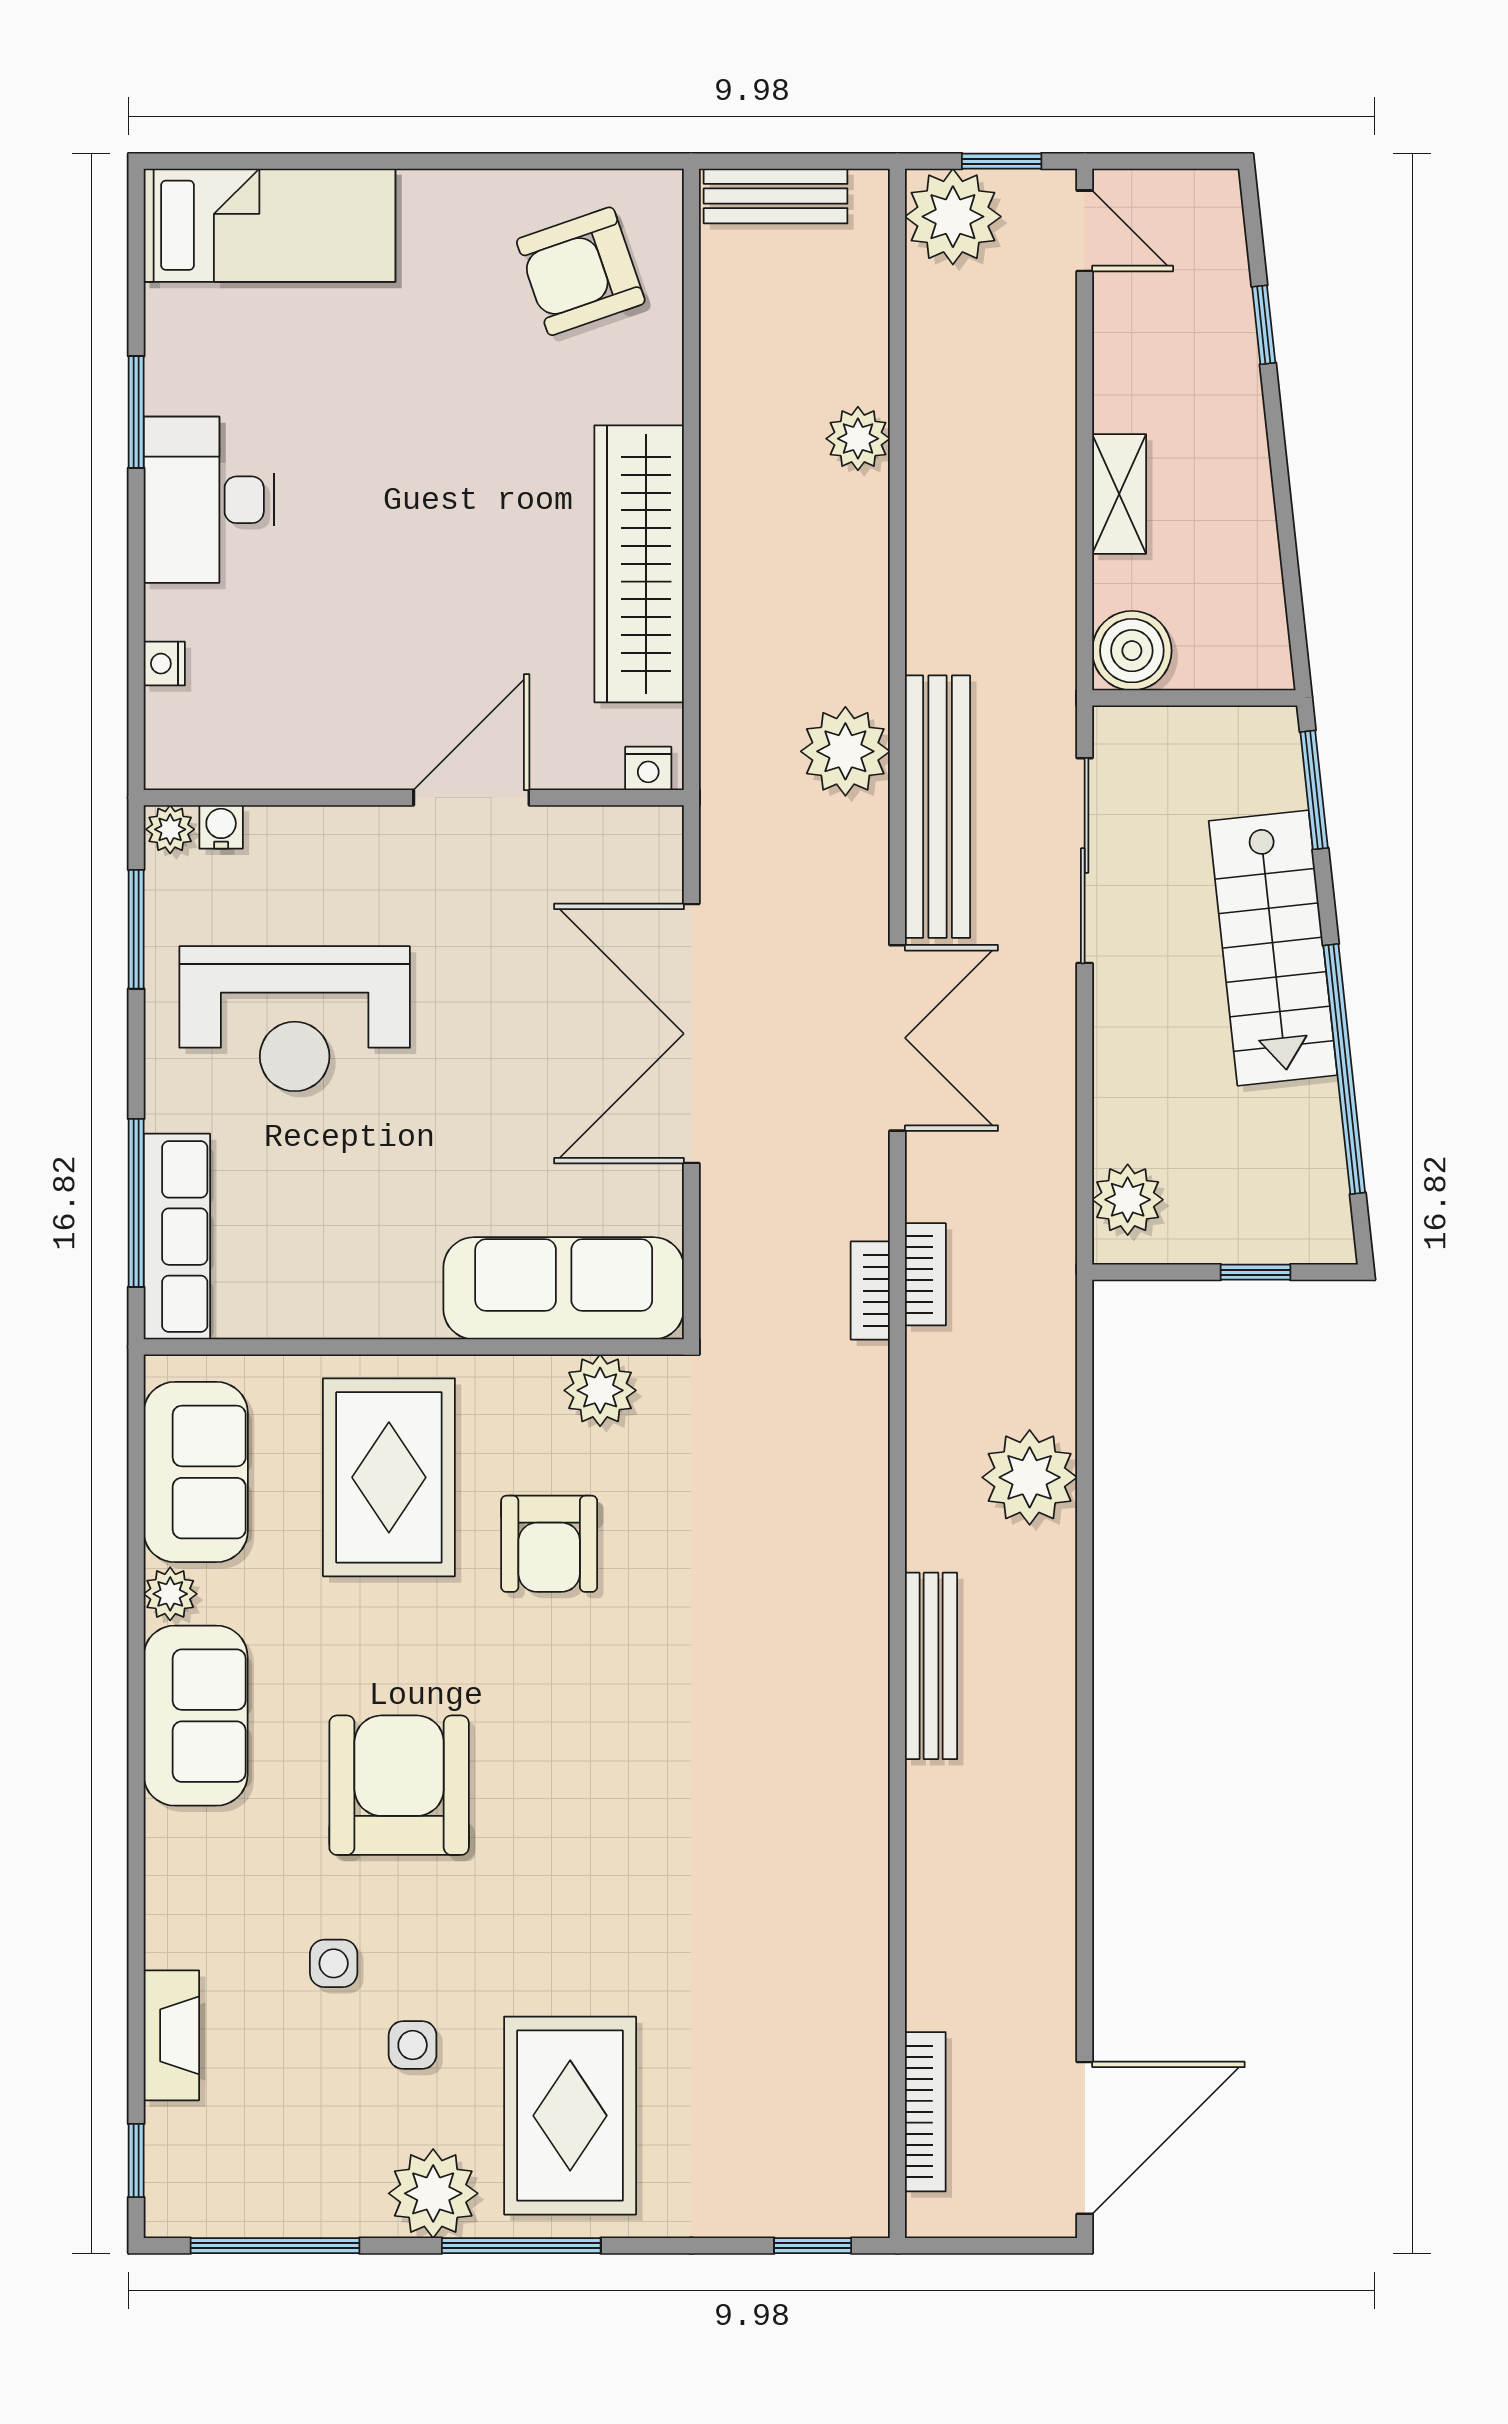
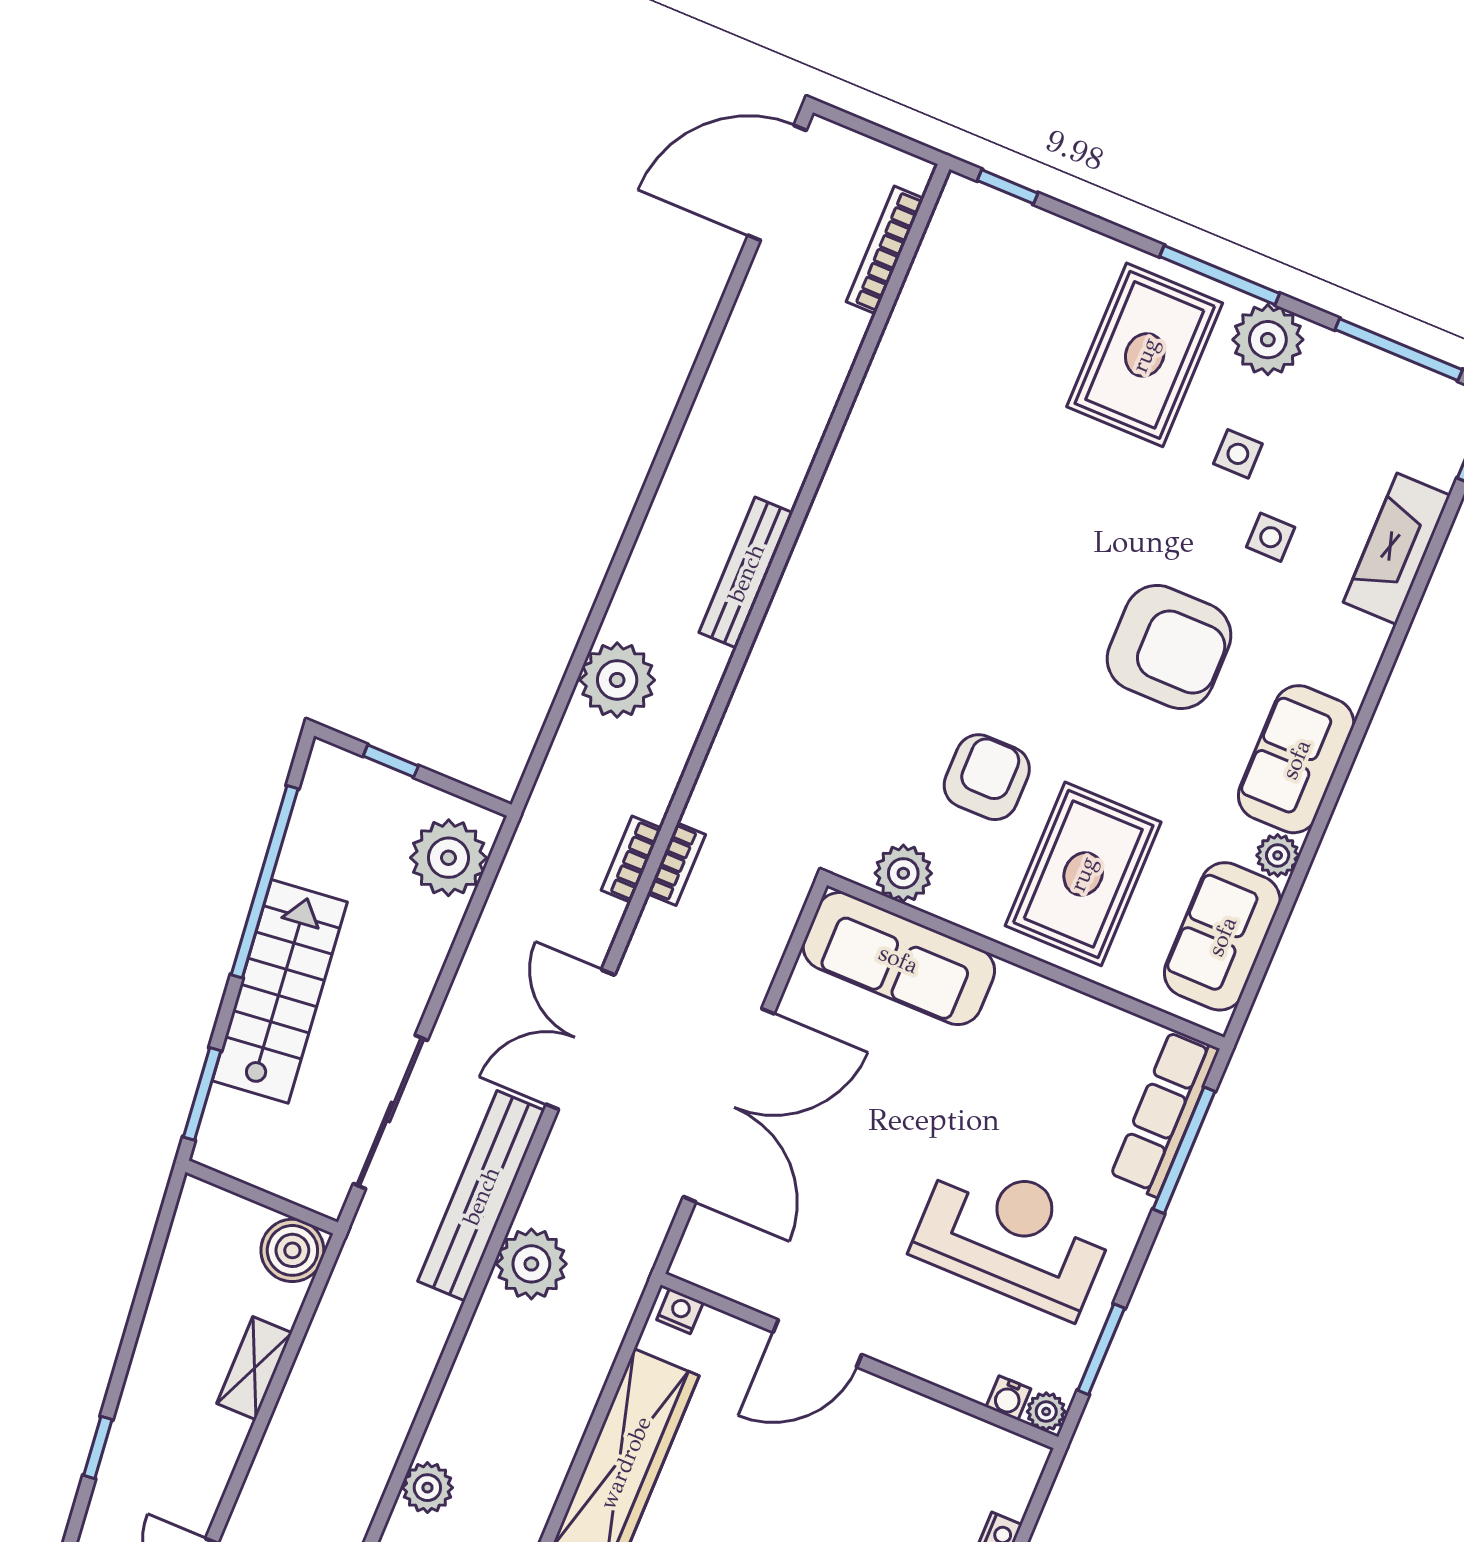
plant: (1128, 1200) -> (449, 858), width x1.36, depth x1.36
armchair: (399, 1785) -> (1169, 647), turned -90
fireplace: (171, 2035) -> (1397, 549), width x1.37, depth x1.32

